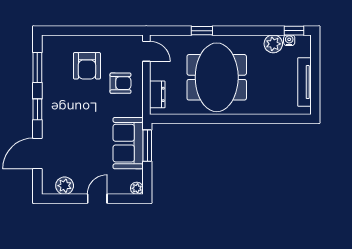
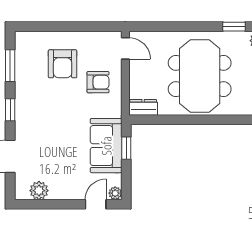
window: (202, 31) -> (234, 27), moved
dresser: (157, 94) -> (143, 107), moved, turned -90
window: (147, 146) -> (126, 148), width x0.67
door: (97, 199) -> (96, 204), moved

